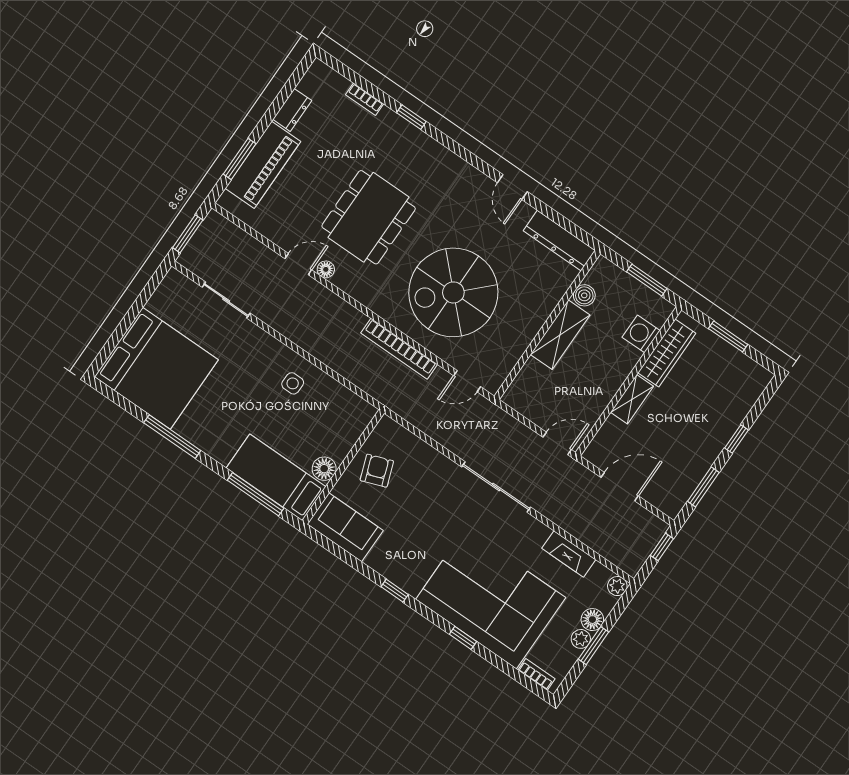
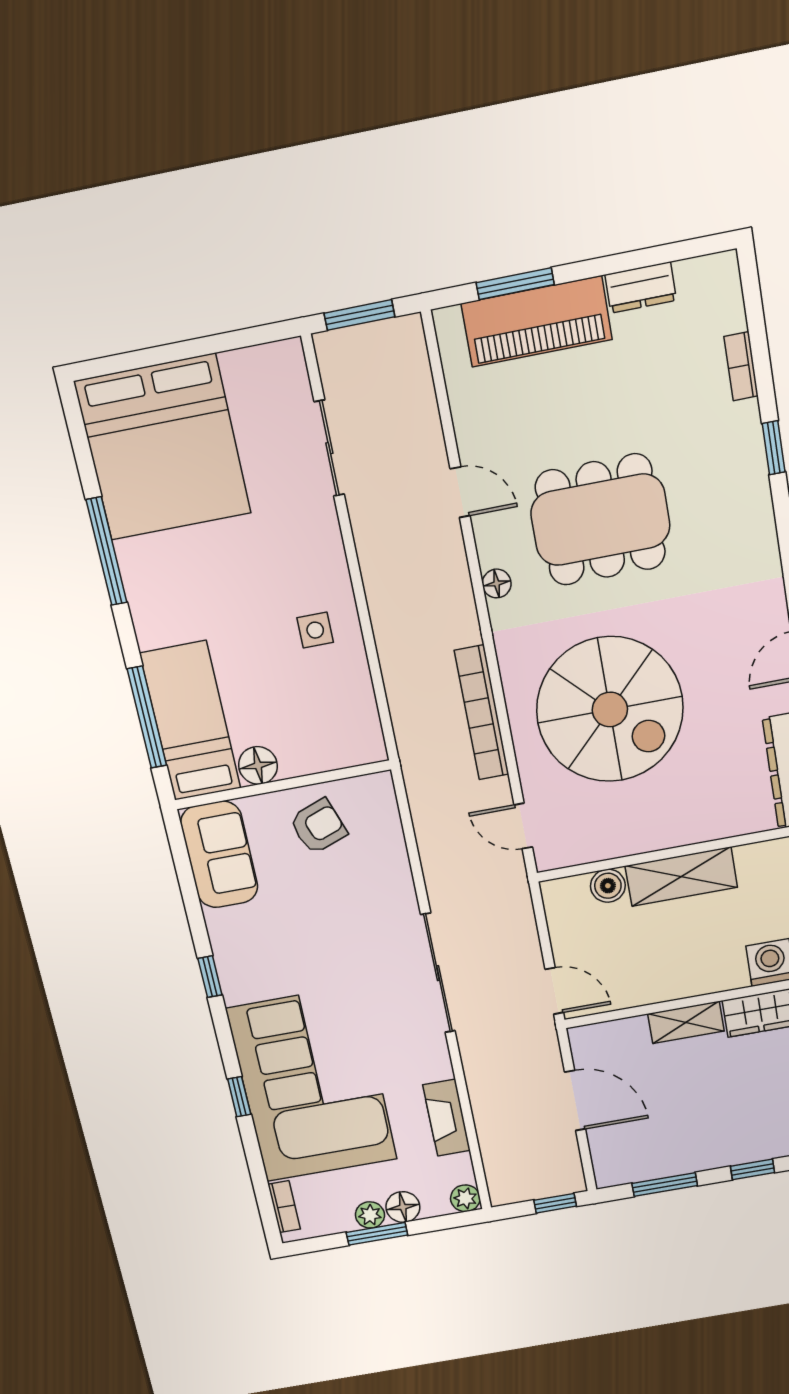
floor lamp: (326, 269) -> (497, 583), moved
spiral stairs: (453, 292) -> (610, 710), turned 180
boiler: (584, 295) -> (608, 886), moved

